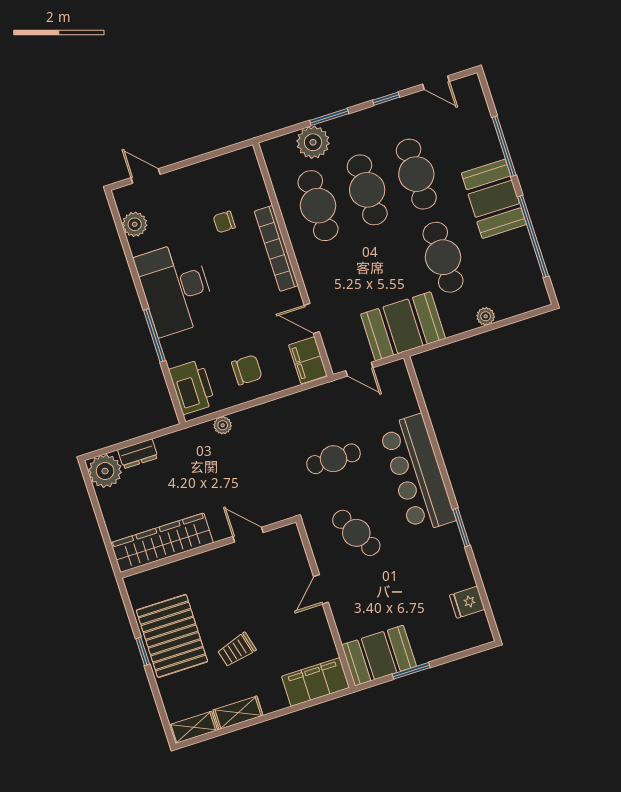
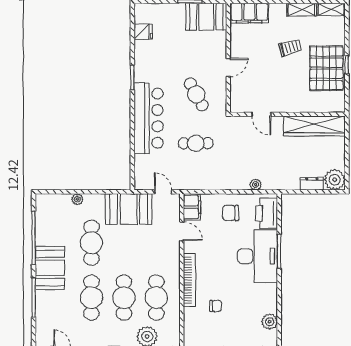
desk: (176, 288) -> (257, 256), moved

